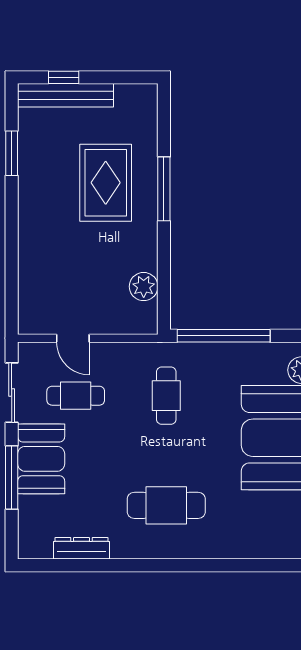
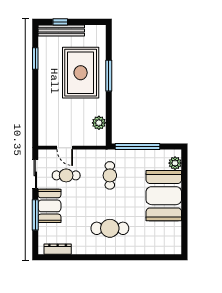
rug: (106, 183) -> (81, 73), width x1.37, depth x1.44
dresser: (82, 548) -> (58, 249), moved

